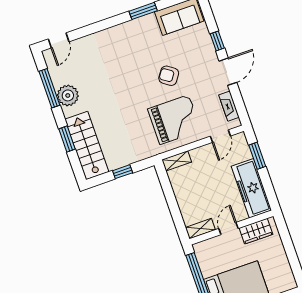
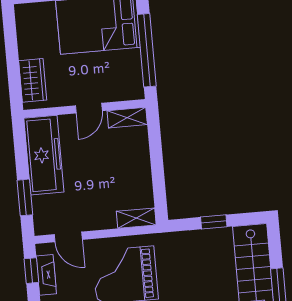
window: (240, 106) -> (31, 271), added
door: (220, 136) -> (68, 237), swing flipped
wardrobe: (256, 231) -> (33, 80), moved, turned 90

